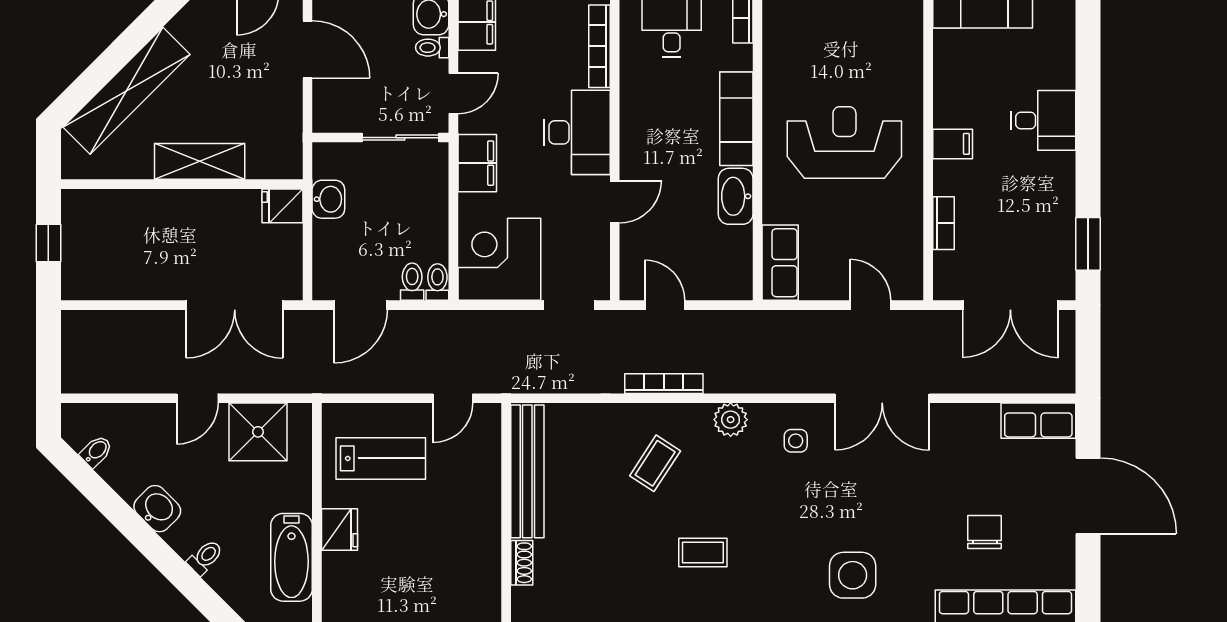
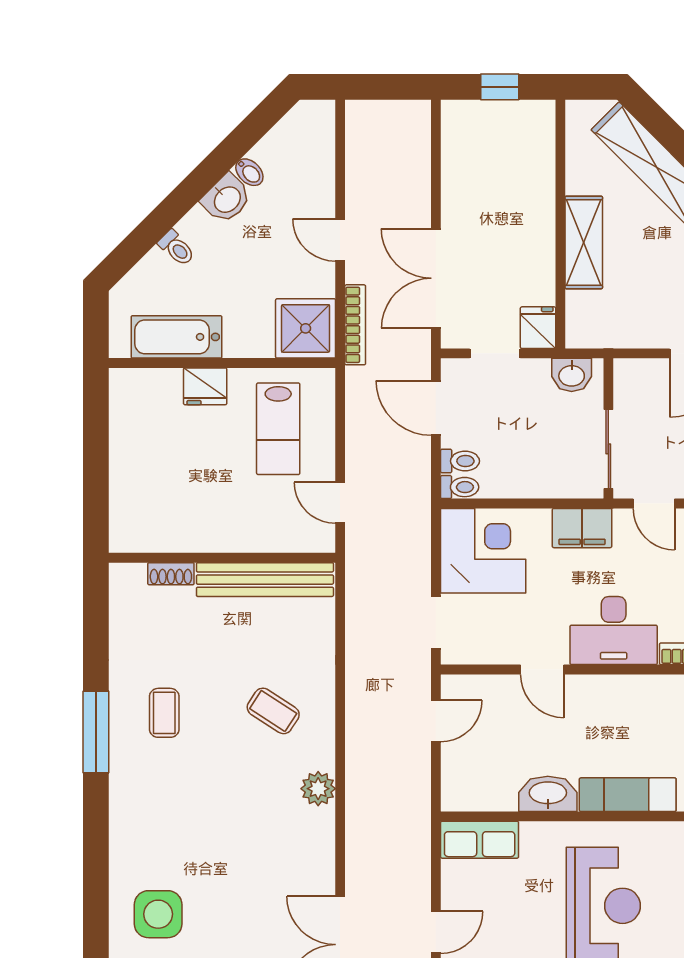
washbasin: (328, 199) -> (572, 375), moved
doorway: (308, 248) -> (495, 353), added
bookcase: (664, 384) -> (355, 325), moved
shower: (258, 432) -> (306, 328), moved
side table: (796, 441) -> (296, 856), removed
bidet: (96, 451) -> (249, 172), moved
coffee table: (703, 552) -> (164, 713), moved

